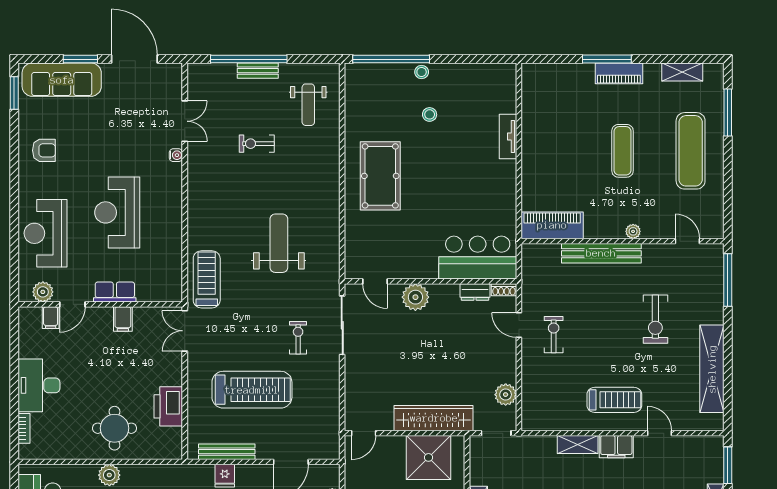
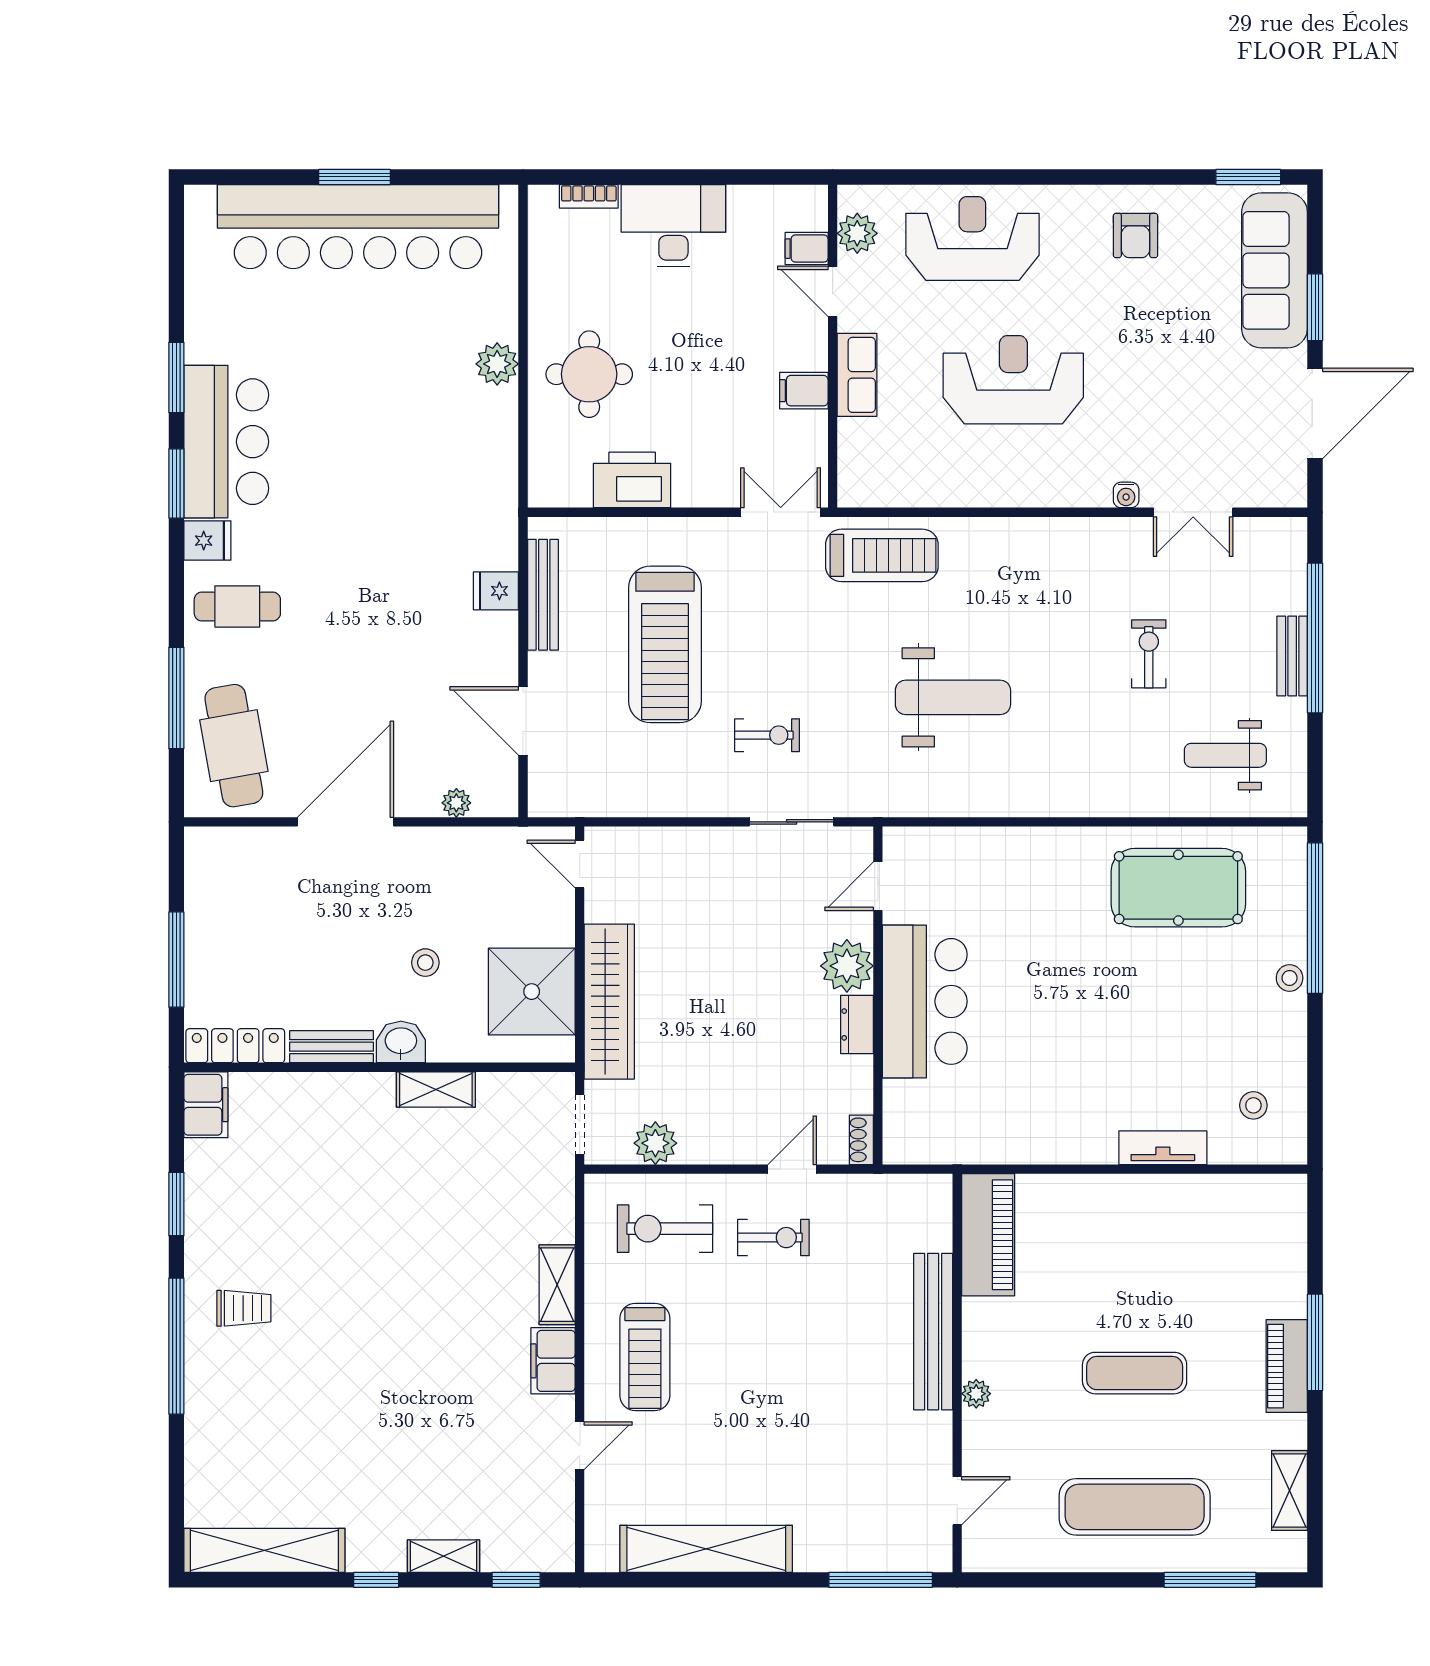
stool: (430, 114) -> (1253, 1105), moved
pool table: (380, 176) -> (1178, 888), moved
bar counter: (478, 258) -> (925, 1001), moved
dresser: (475, 292) -> (857, 1024), moved
exercise bike: (655, 319) -> (665, 1229), moved
sliding door: (342, 325) -> (792, 822), width x0.73
window: (728, 465) -> (516, 1580), width x0.67

